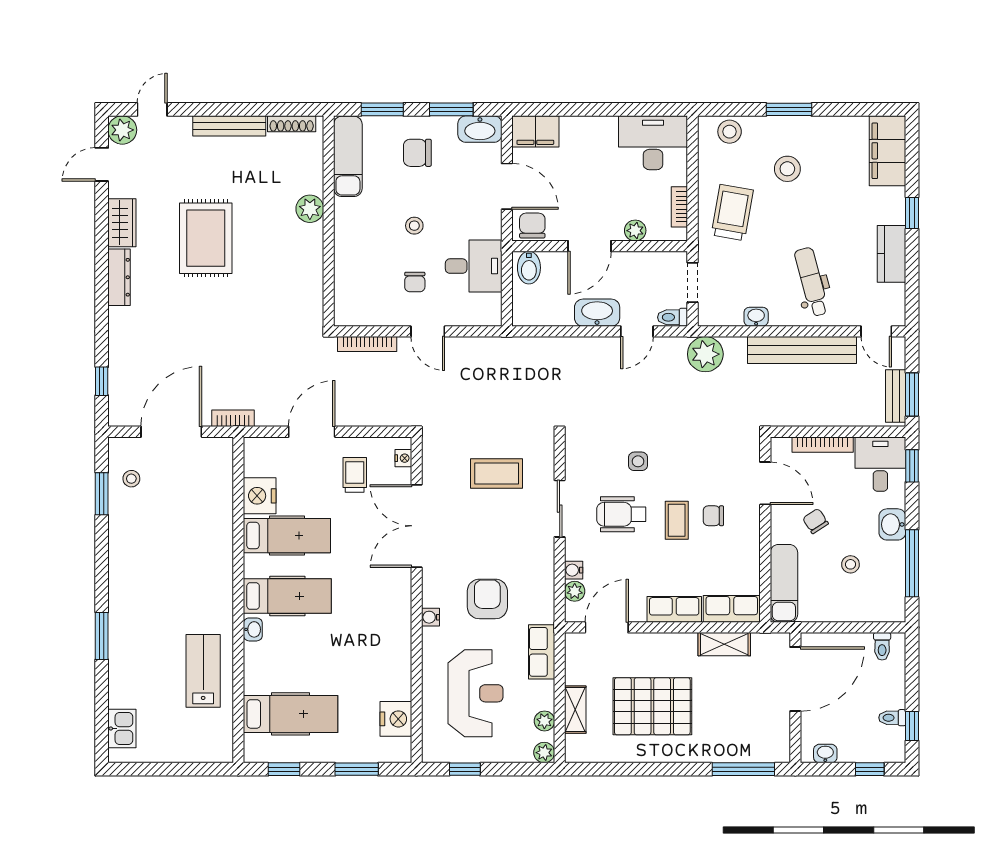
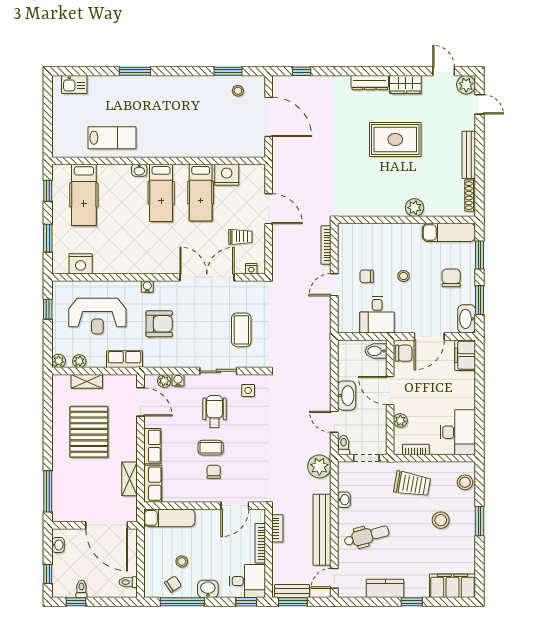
bookcase: (233, 418) -> (277, 528), moved
side table: (638, 461) -> (248, 390), moved
chair: (815, 521) -> (173, 584), moved

